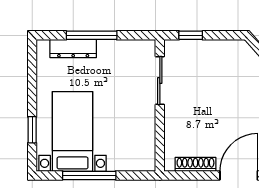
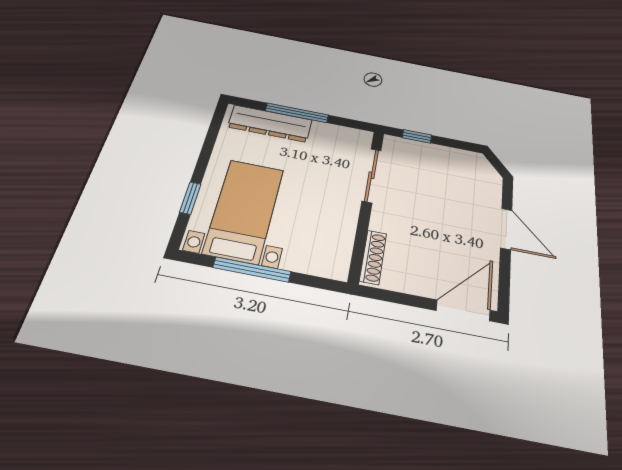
dresser: (73, 49) -> (270, 123), width x1.37, depth x1.24
shoe rack: (195, 164) -> (373, 257), moved, turned 90

